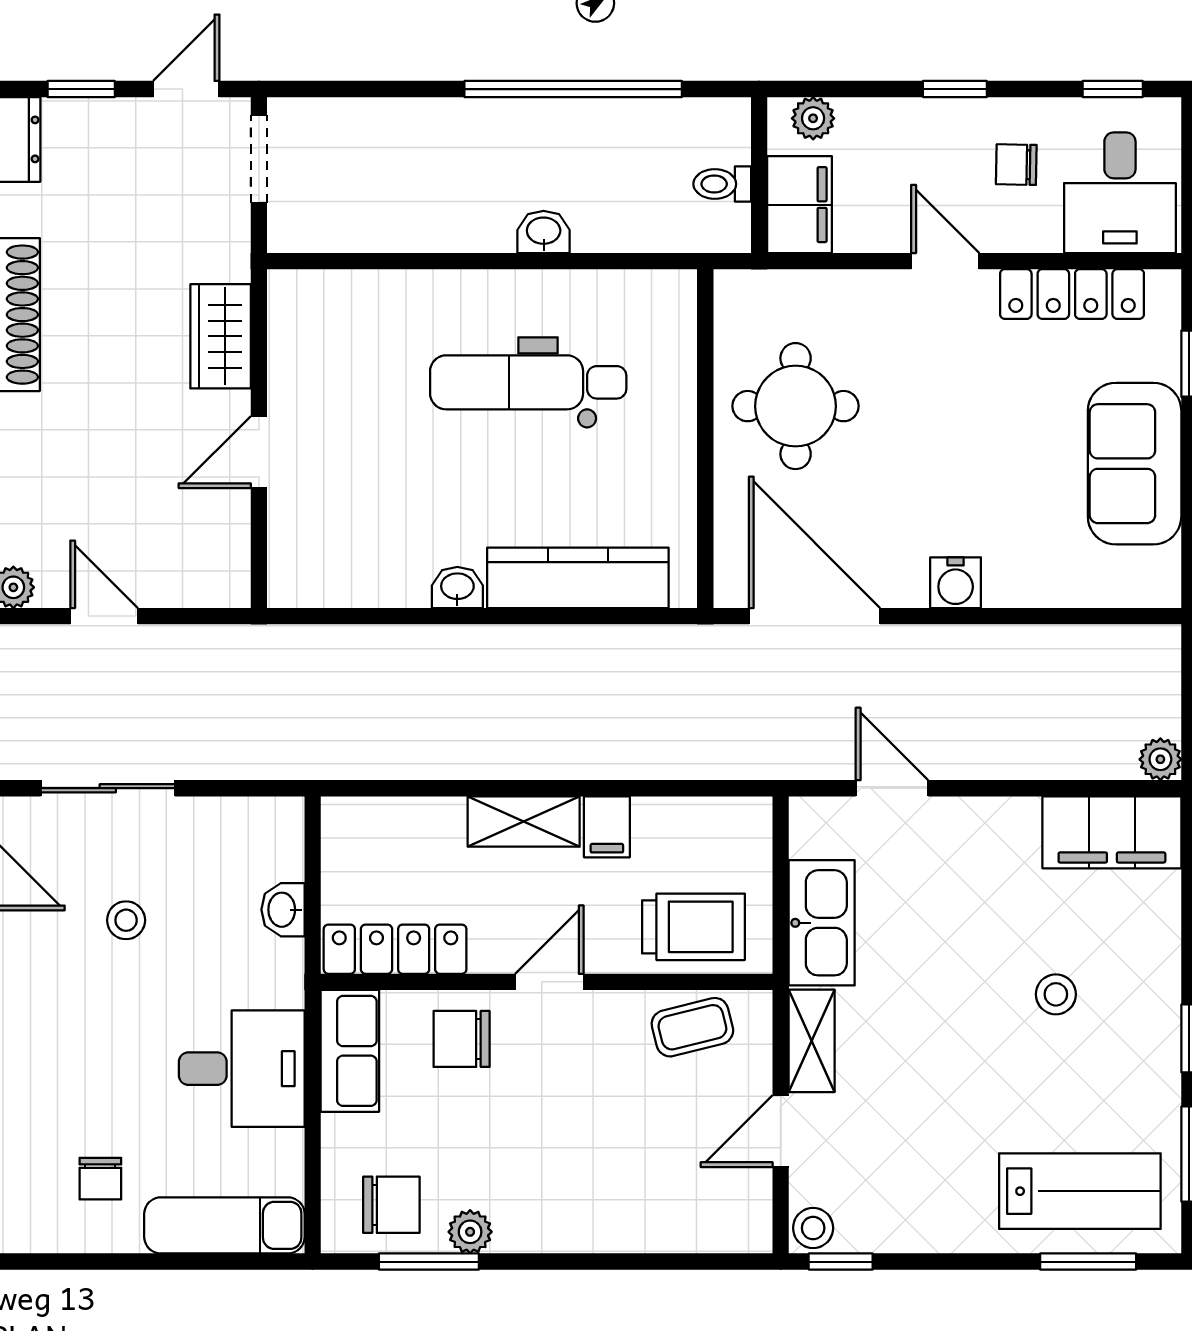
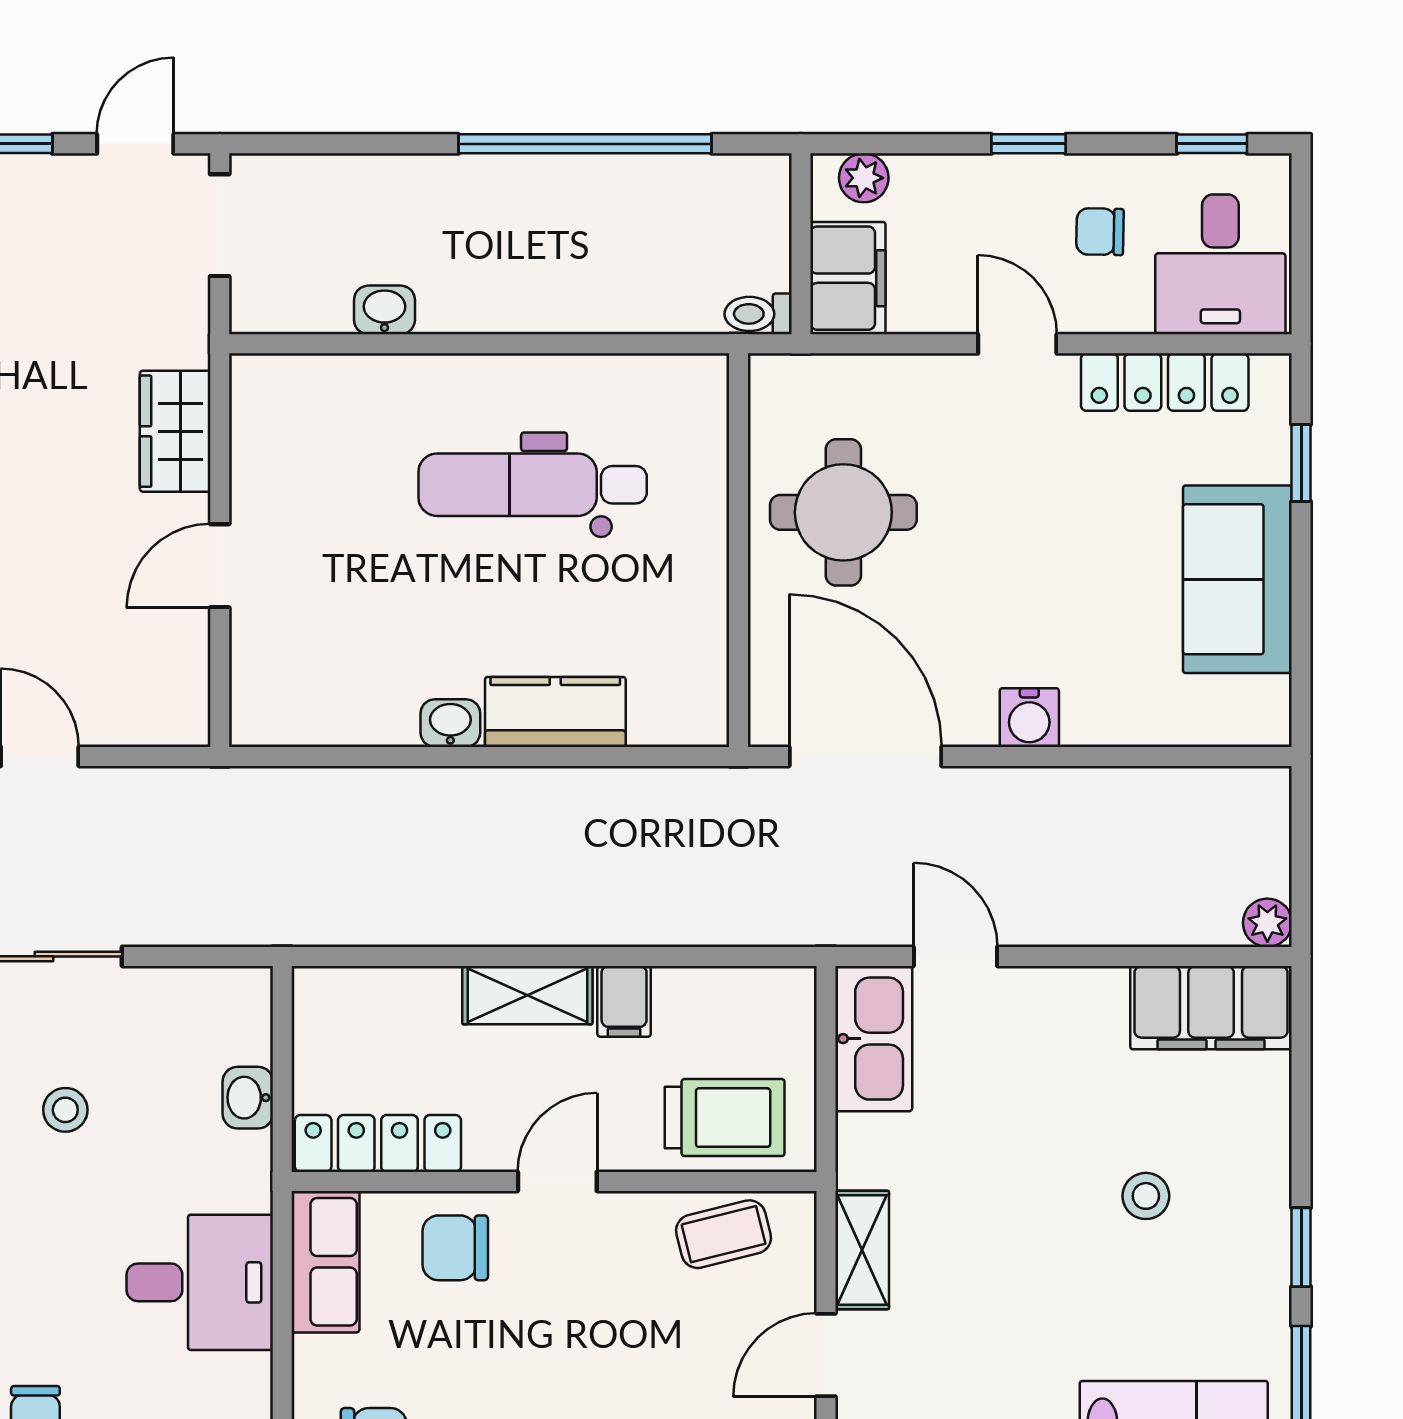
toilet: (722, 184) -> (758, 314), moved
washbasin: (544, 232) -> (384, 310), moved
kitchen counter: (578, 578) -> (555, 712), width x0.67
kitchen sink: (822, 923) -> (874, 1039), moved

